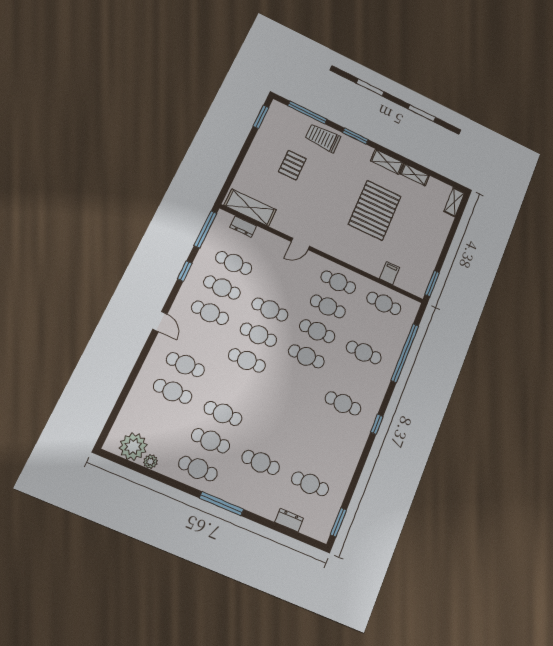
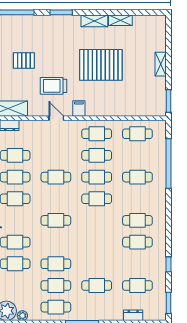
trolley: (323, 138) -> (54, 86), moved
pallet: (292, 165) -> (24, 60), turned 90
shelving: (454, 202) -> (161, 64), moved
pallet: (375, 210) -> (101, 65), turned 90
door: (300, 244) -> (56, 118), swing flipped
filing cabinet: (390, 273) -> (79, 108), moved
cafe table: (259, 335) -> (137, 242), moved
window: (377, 424) -> (169, 264), moved

